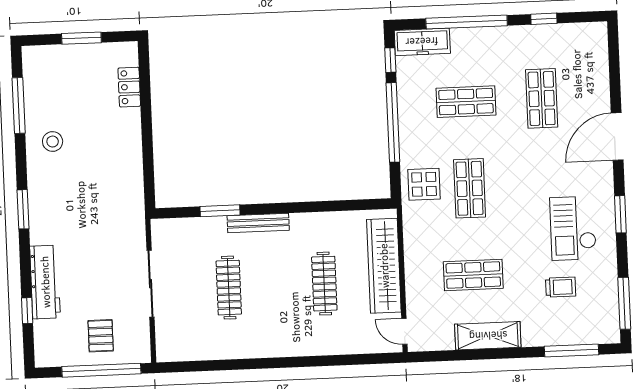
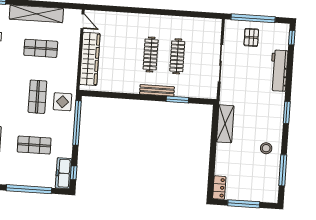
window: (81, 38) -> (244, 204), width x1.44
freezer: (422, 42) -> (64, 173), moved, turned -90
locker: (129, 87) -> (219, 188), moved
window: (393, 122) -> (77, 123), moved
shelving: (130, 177) -> (225, 124), added
clothes rail: (324, 284) -> (151, 55), moved
window: (27, 311) -> (292, 38), moved
shelving: (488, 336) -> (36, 14), width x1.47

